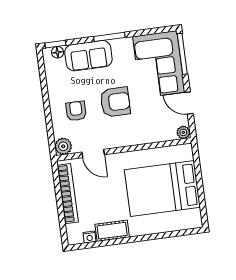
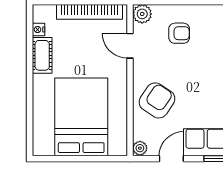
armchair: (115, 102) -> (157, 100), moved, turned -146
door: (93, 153) -> (130, 46), hinge flipped

